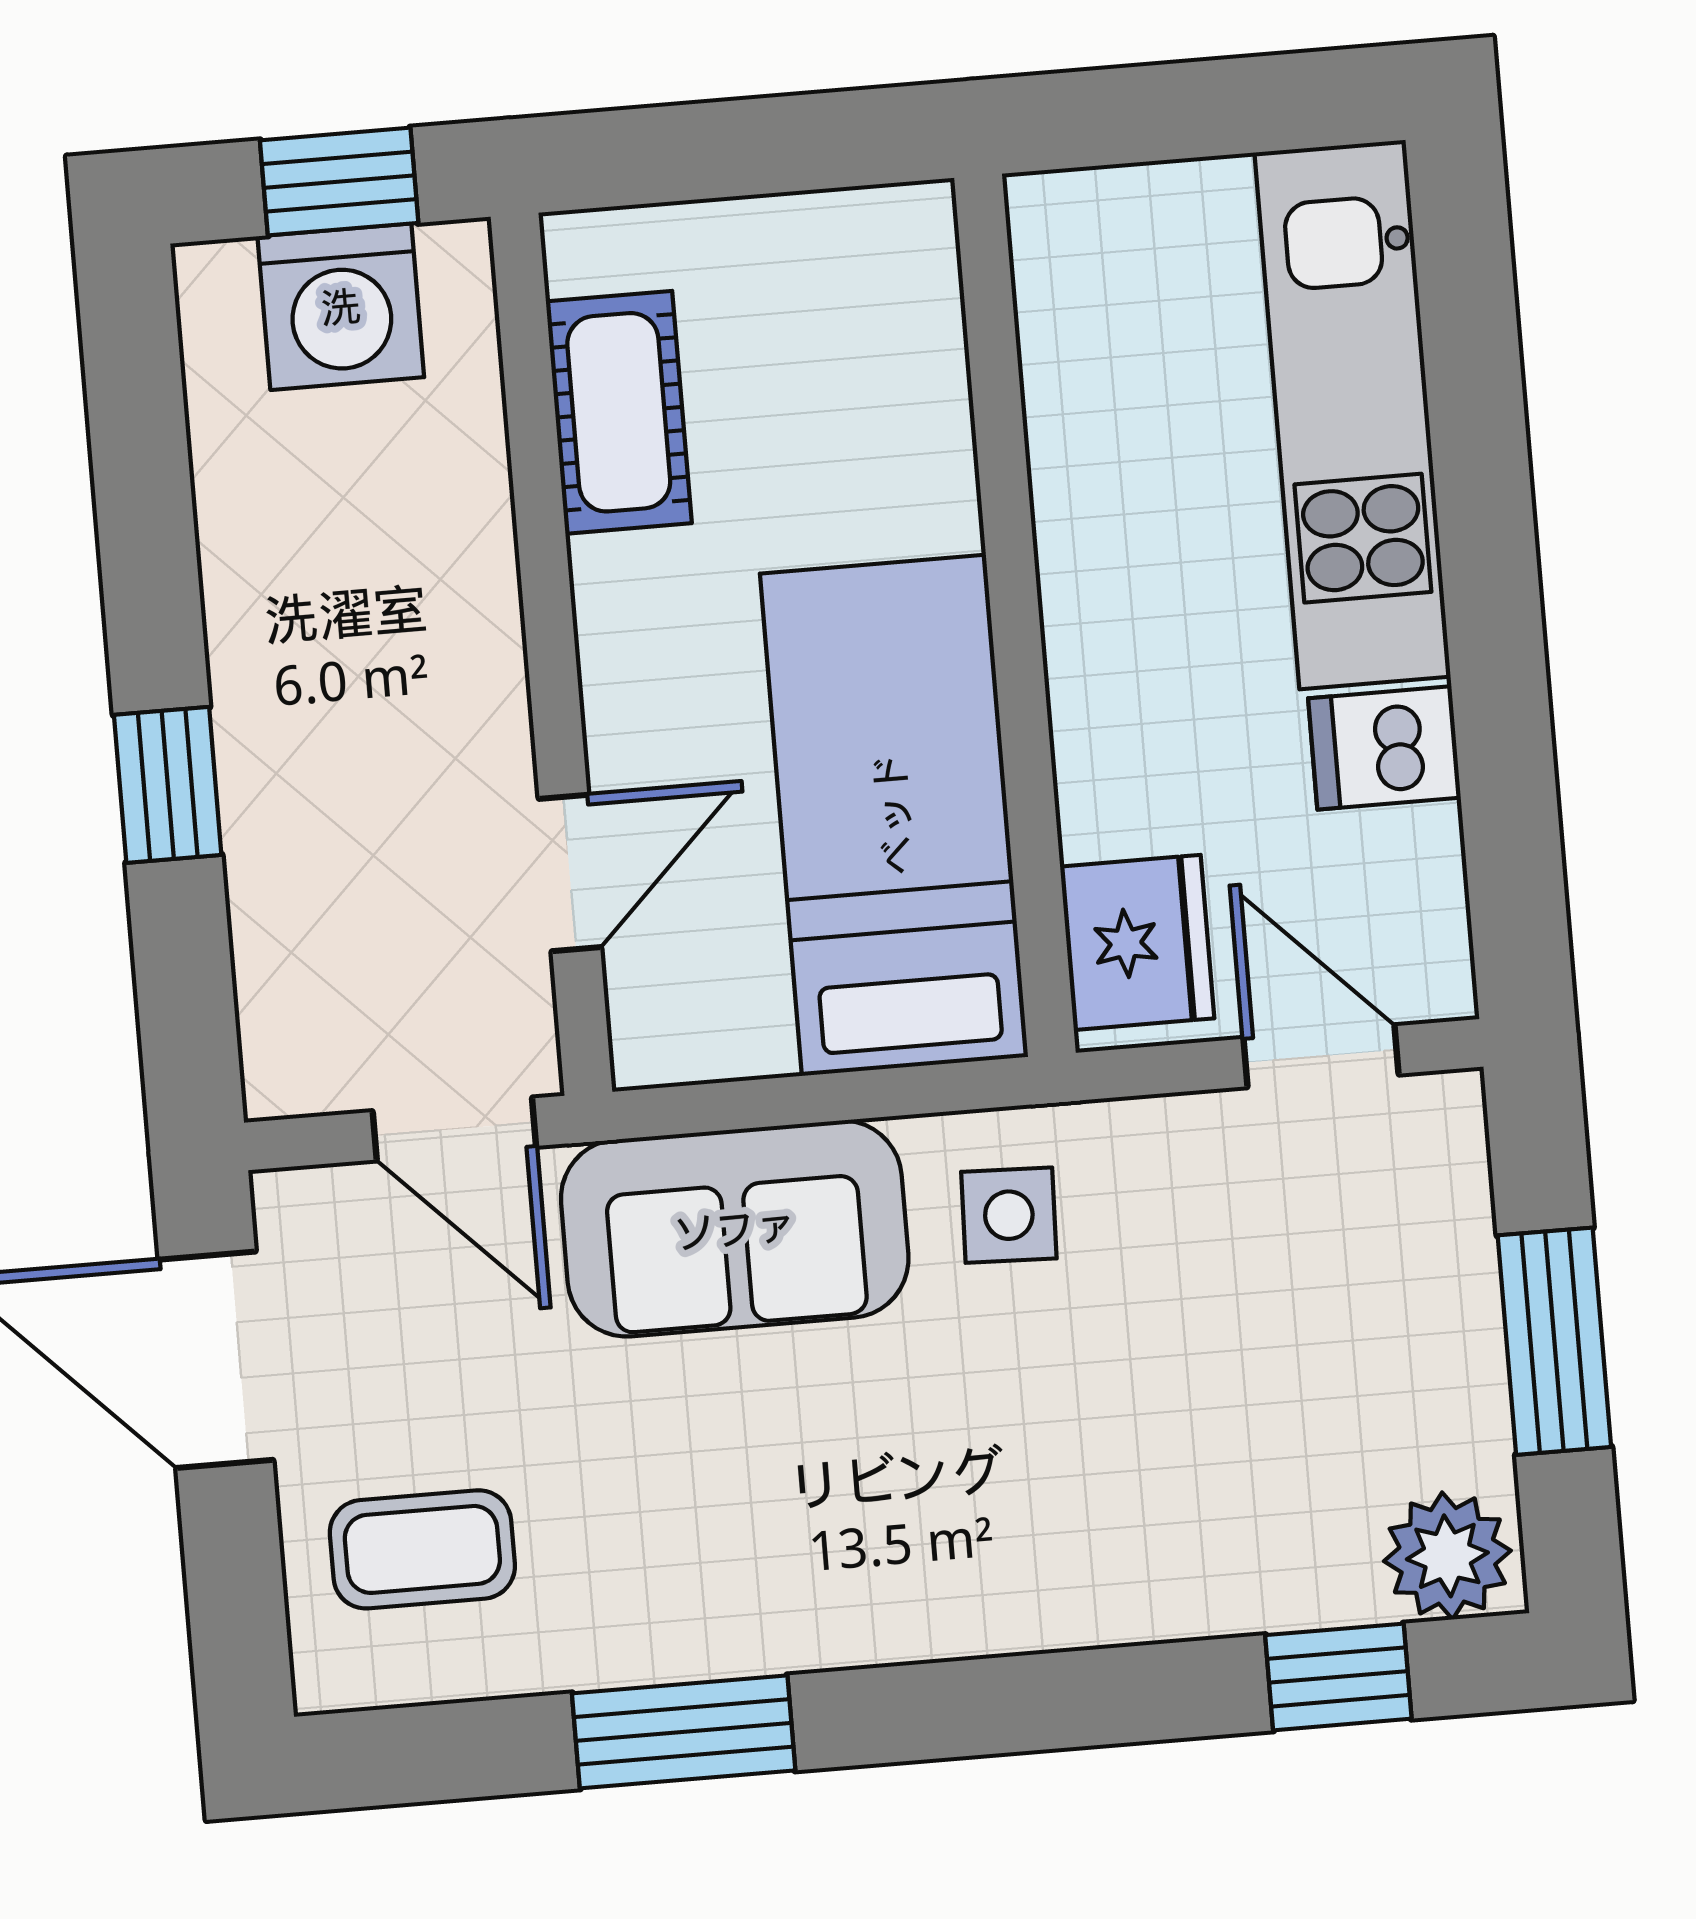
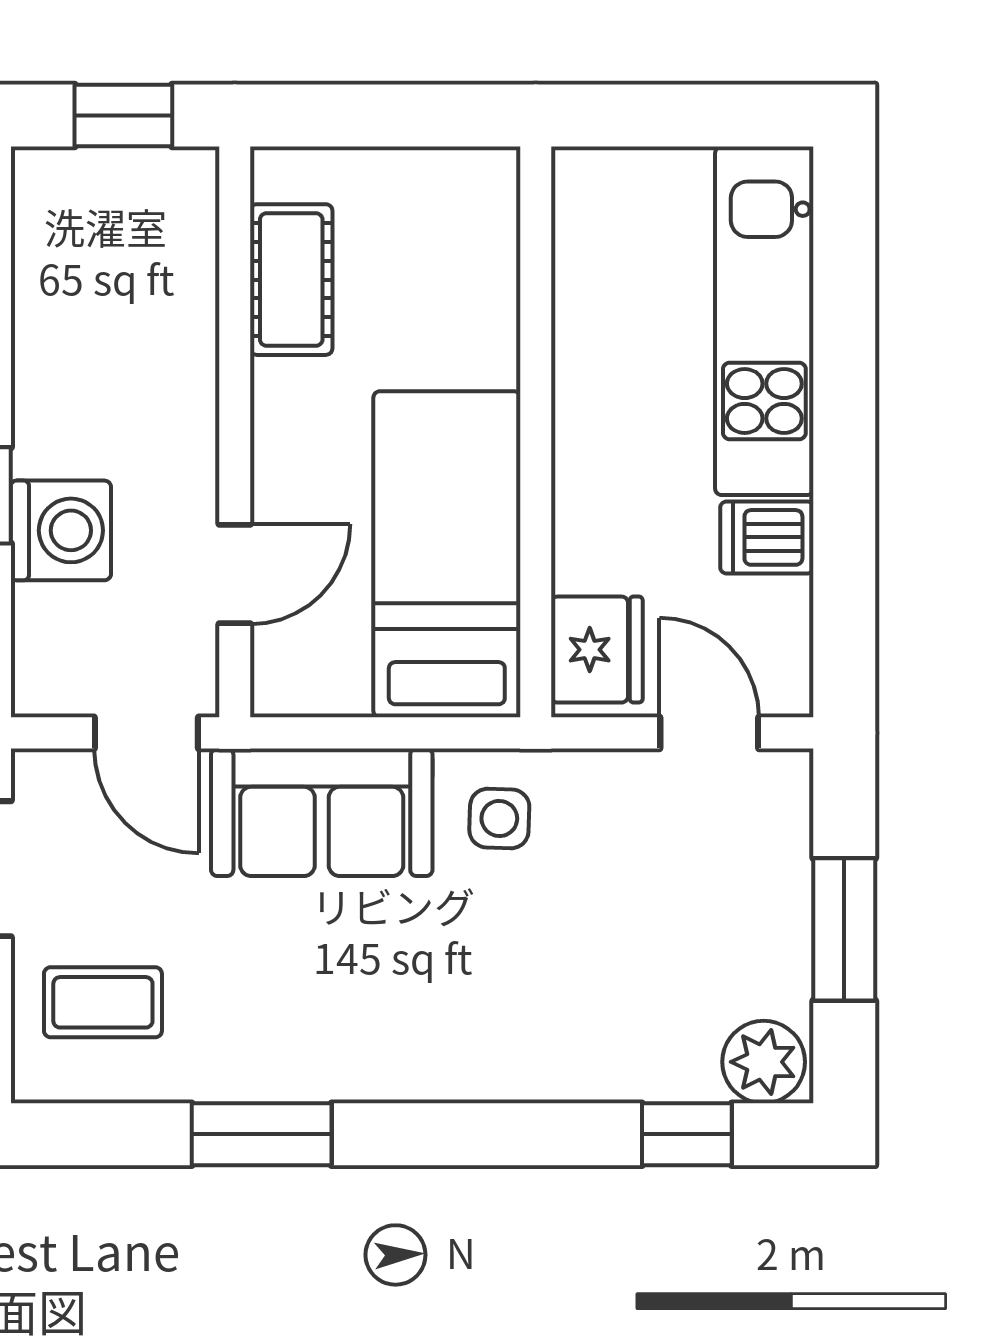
washing machine: (341, 307) -> (61, 530), moved, turned -90

